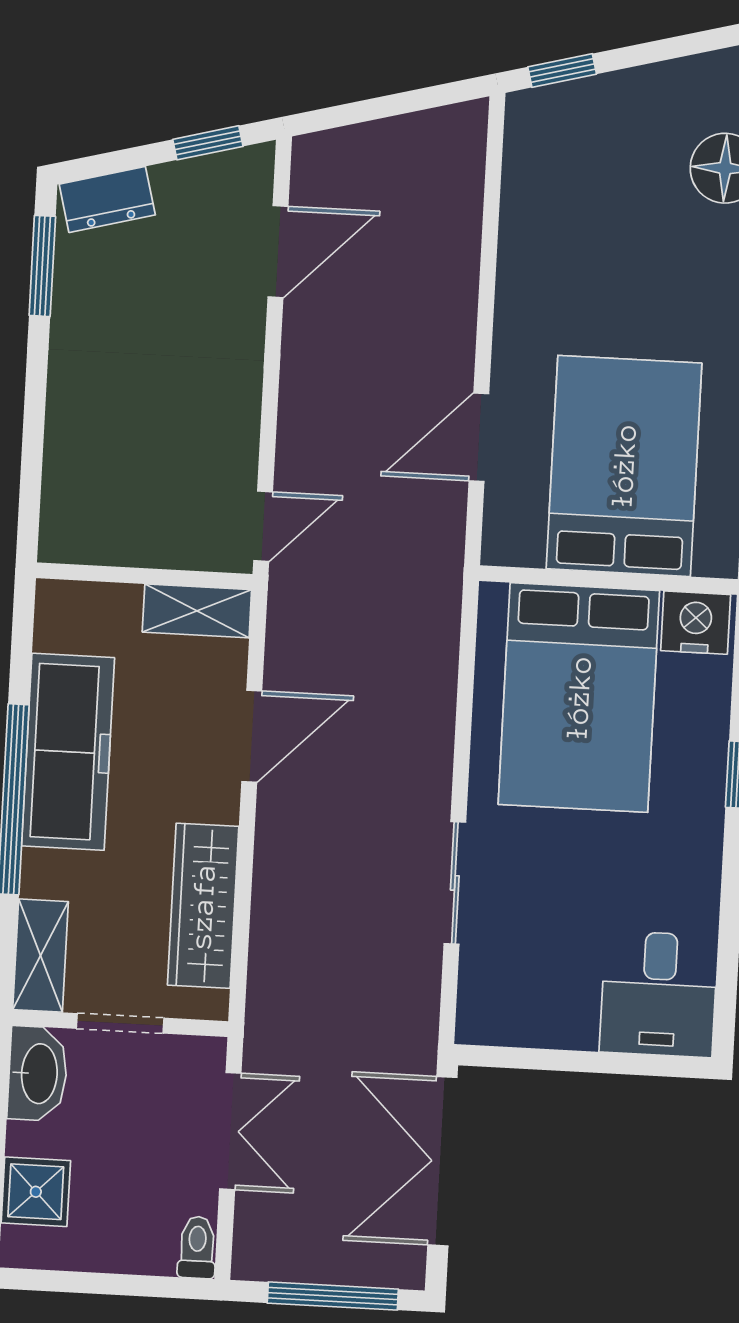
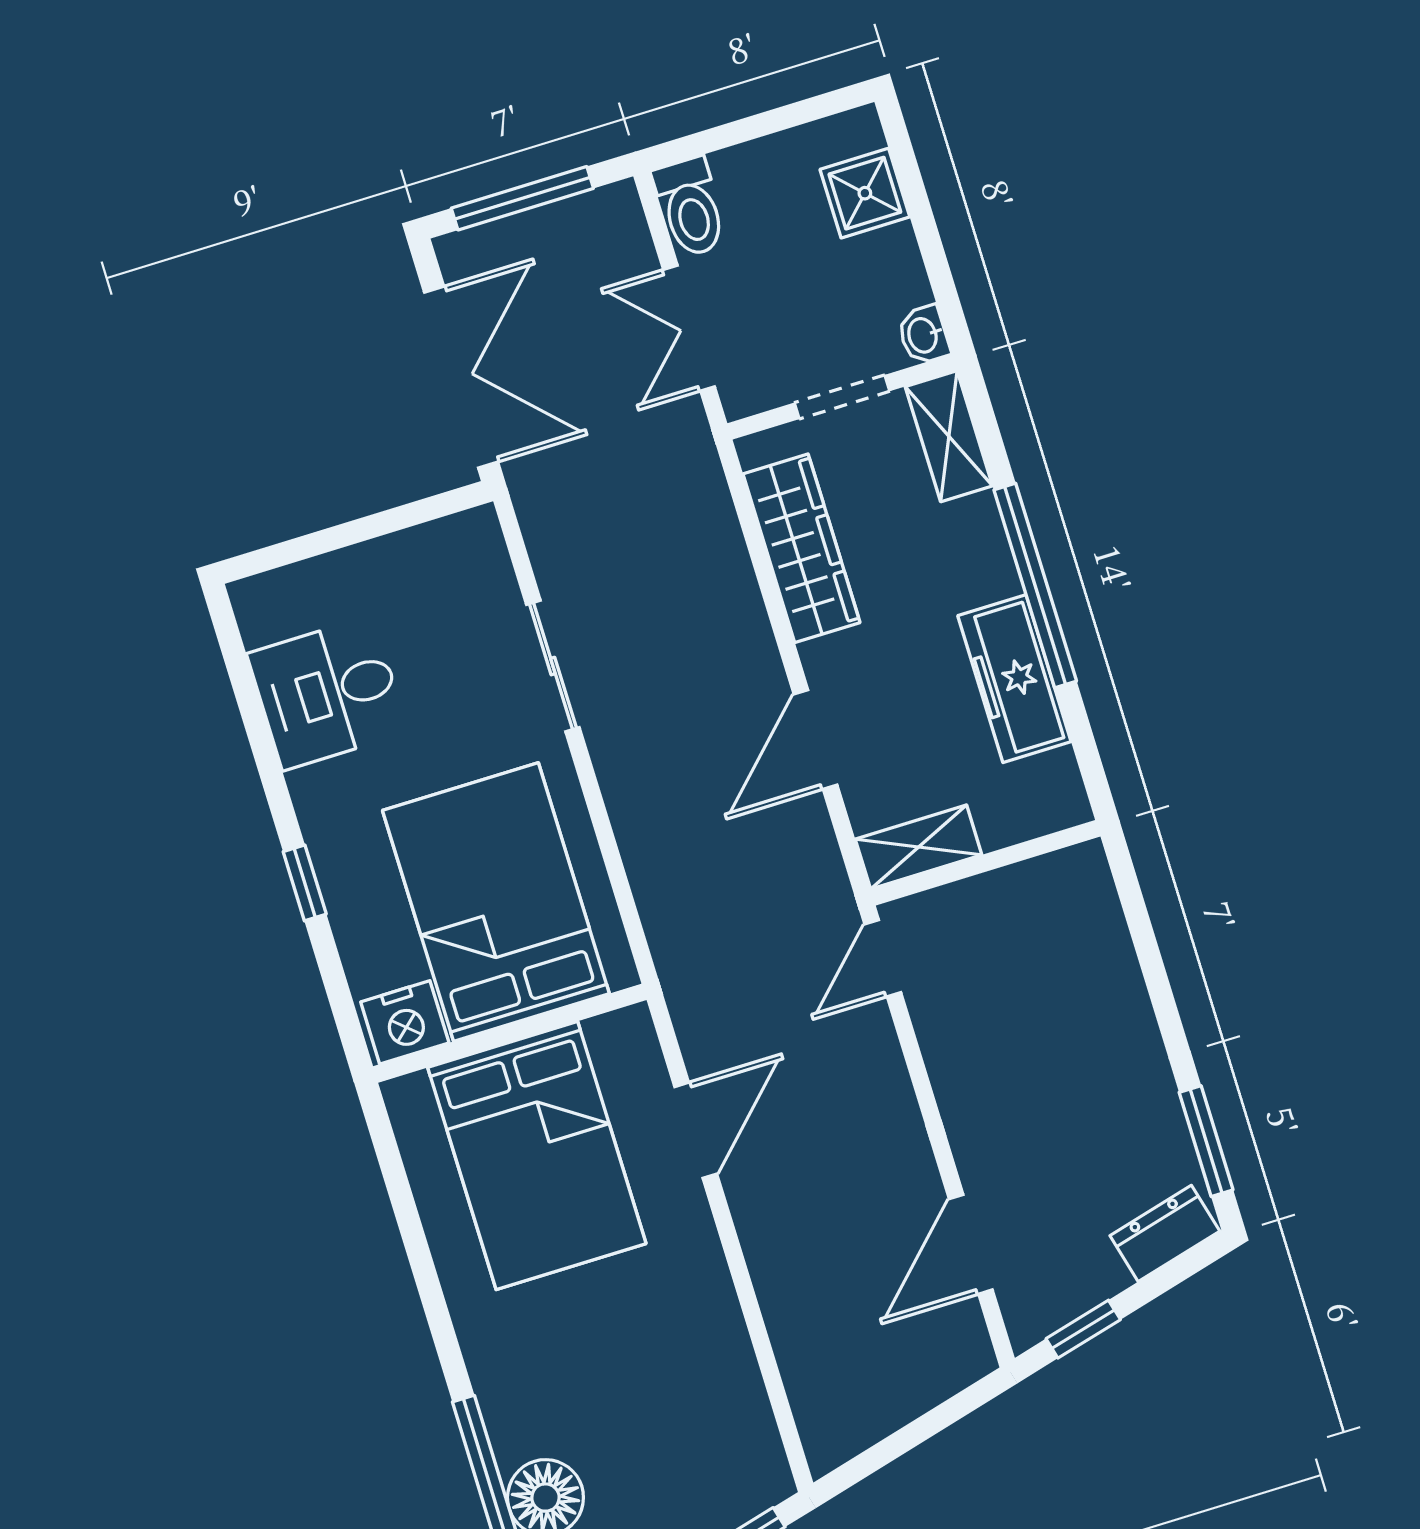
freezer: (68, 752) -> (1014, 679), width x0.73, depth x0.79
desk: (659, 994) -> (328, 693), moved, turned -90
washbasin: (38, 1074) -> (924, 335), width x0.52, depth x0.69
toilet: (197, 1247) -> (690, 207), width x1.37, depth x1.39

